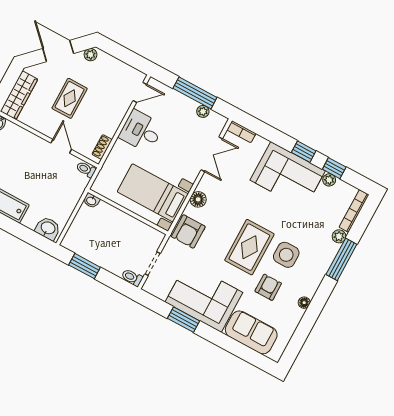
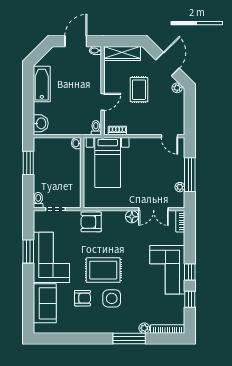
rug: (70, 98) -> (139, 90), turned 90
desk: (141, 131) -> (143, 152), removed
plant: (329, 180) -> (180, 300), removed
bed with nightstands: (153, 193) -> (108, 163), moved, turned 180
floor lamp: (198, 199) -> (132, 217), moved
floor lamp: (304, 303) -> (85, 329), removed

